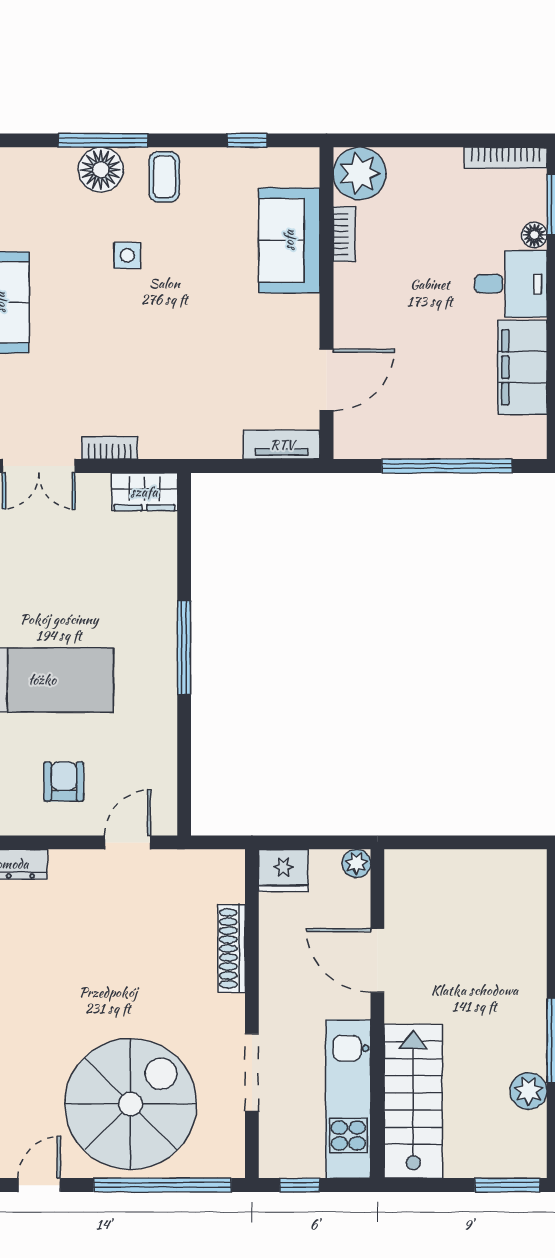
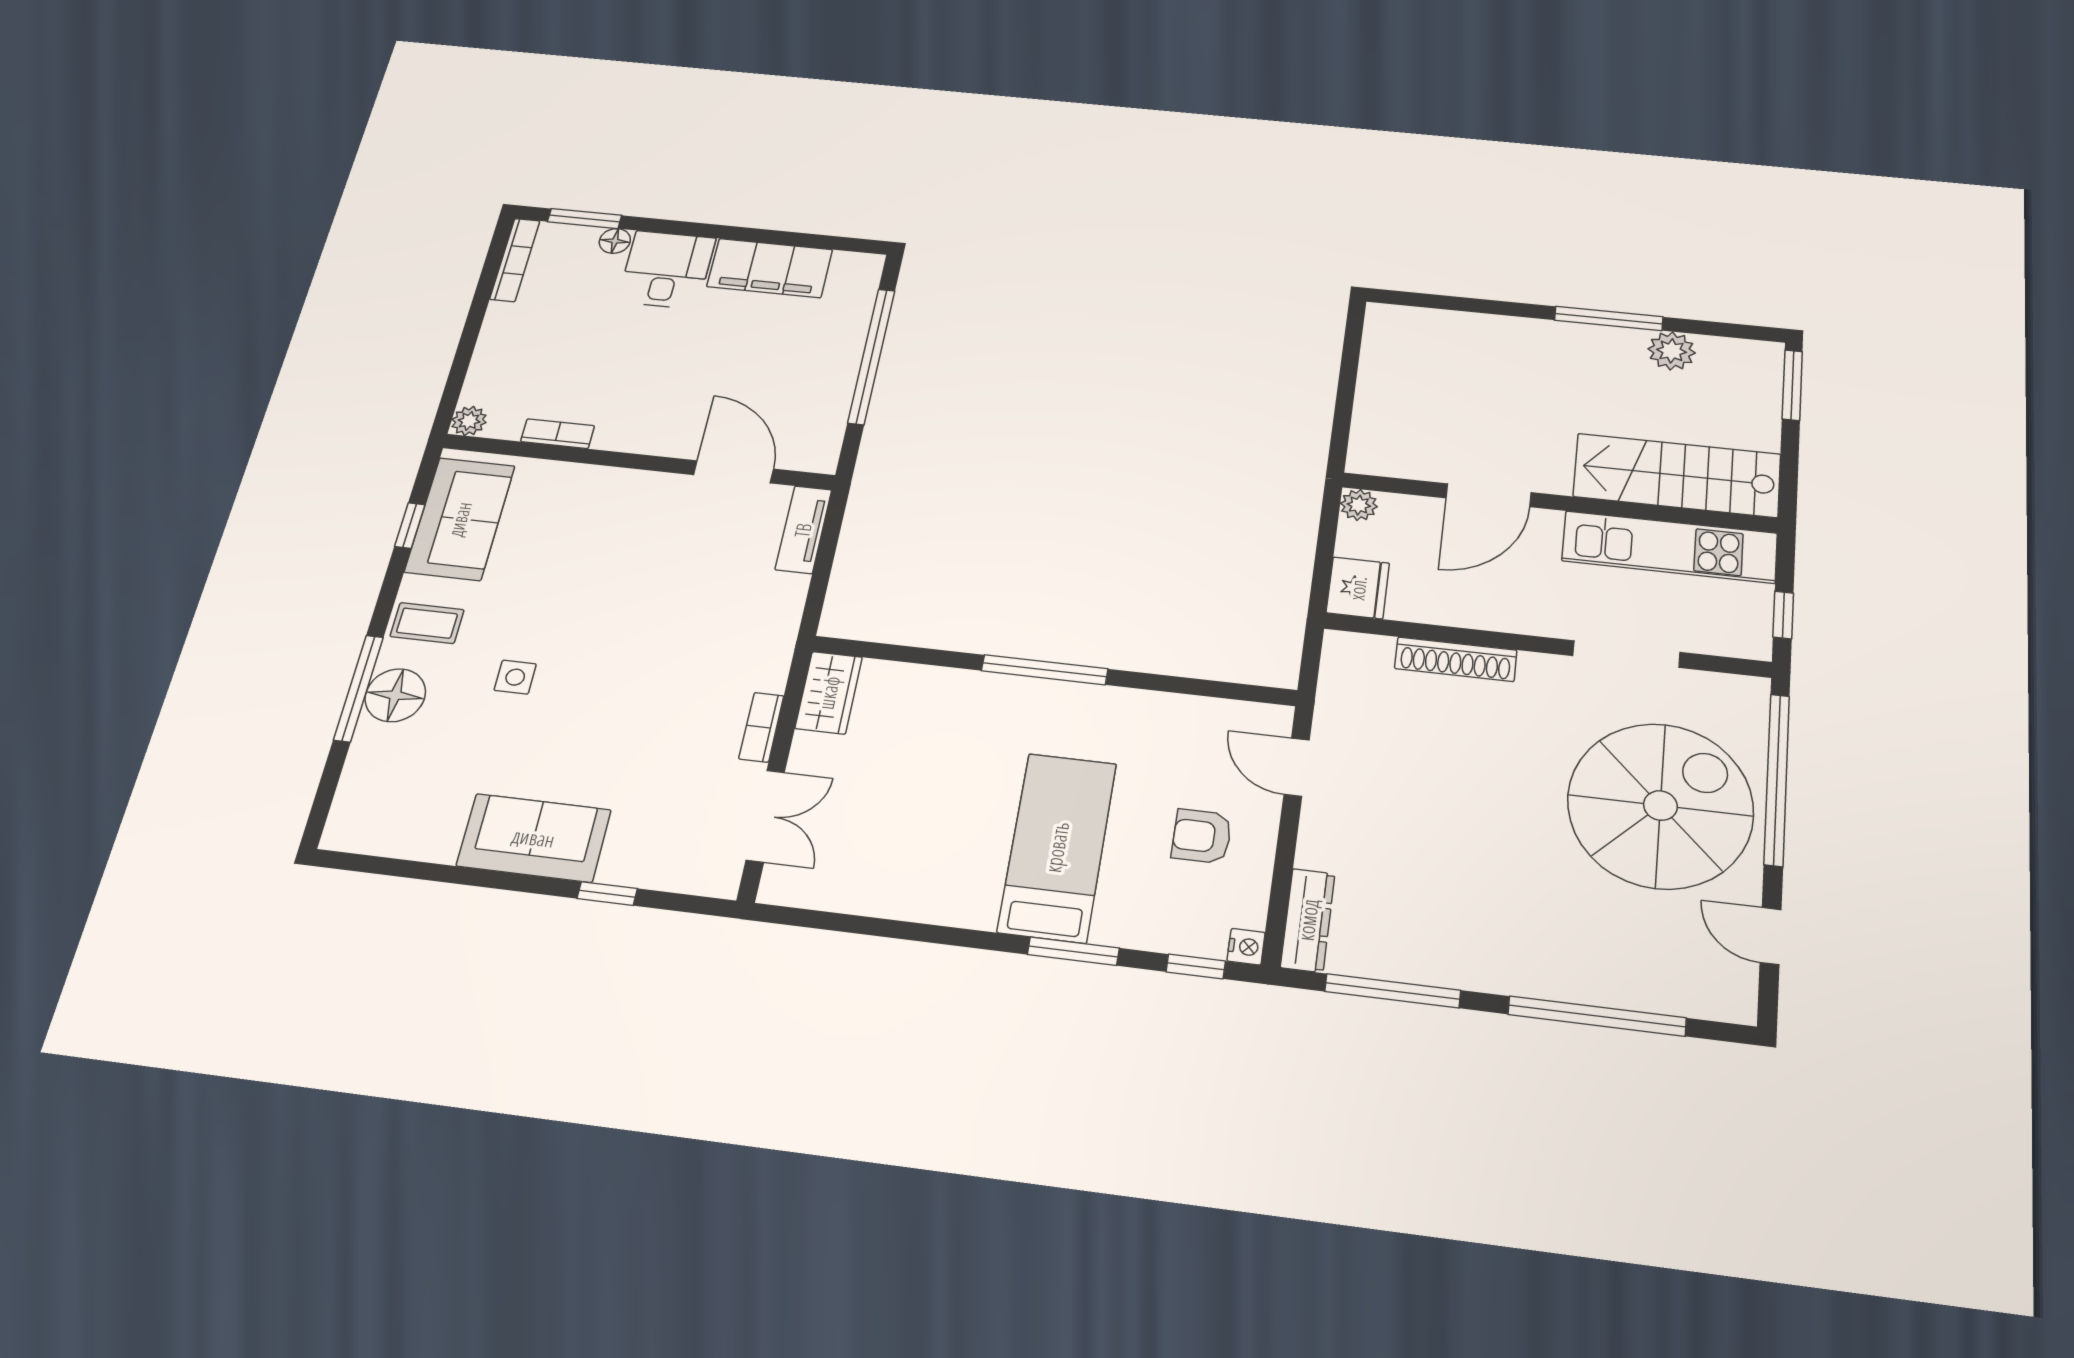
plant: (360, 173) -> (469, 421), width x0.53, depth x0.53
sofa: (289, 240) -> (460, 519), moved, turned -90
spiral stairs: (131, 1104) -> (1660, 806), turned 90

